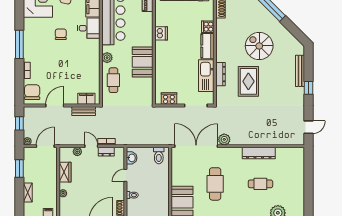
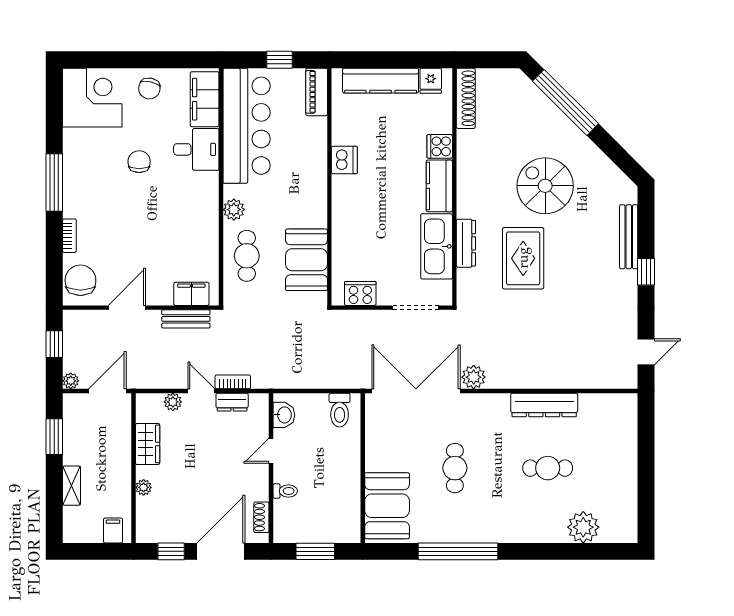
booth: (143, 62) -> (307, 260), moved
cafe table: (215, 184) -> (455, 468), width x0.73, depth x0.74

